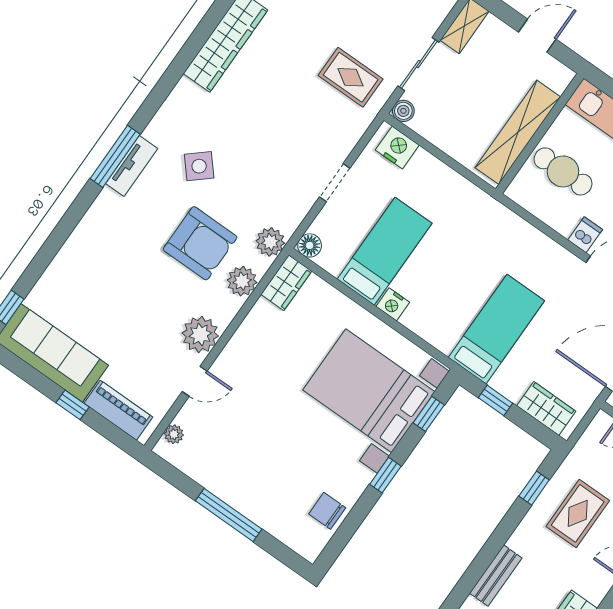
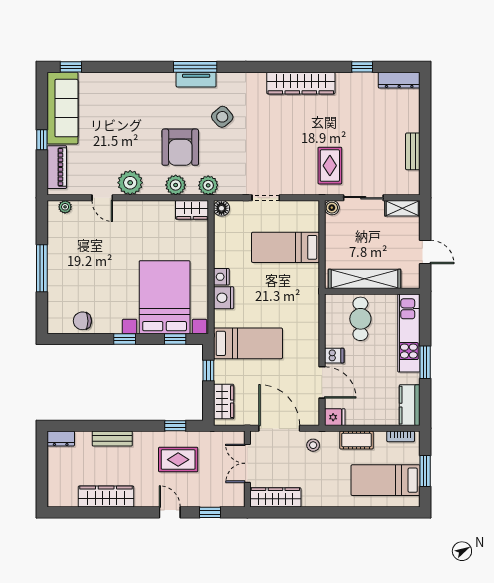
nightstand: (397, 147) -> (224, 298), moved, turned 180
bed: (385, 251) -> (286, 247), moved, turned 180
chair: (327, 511) -> (82, 321), turned -90

